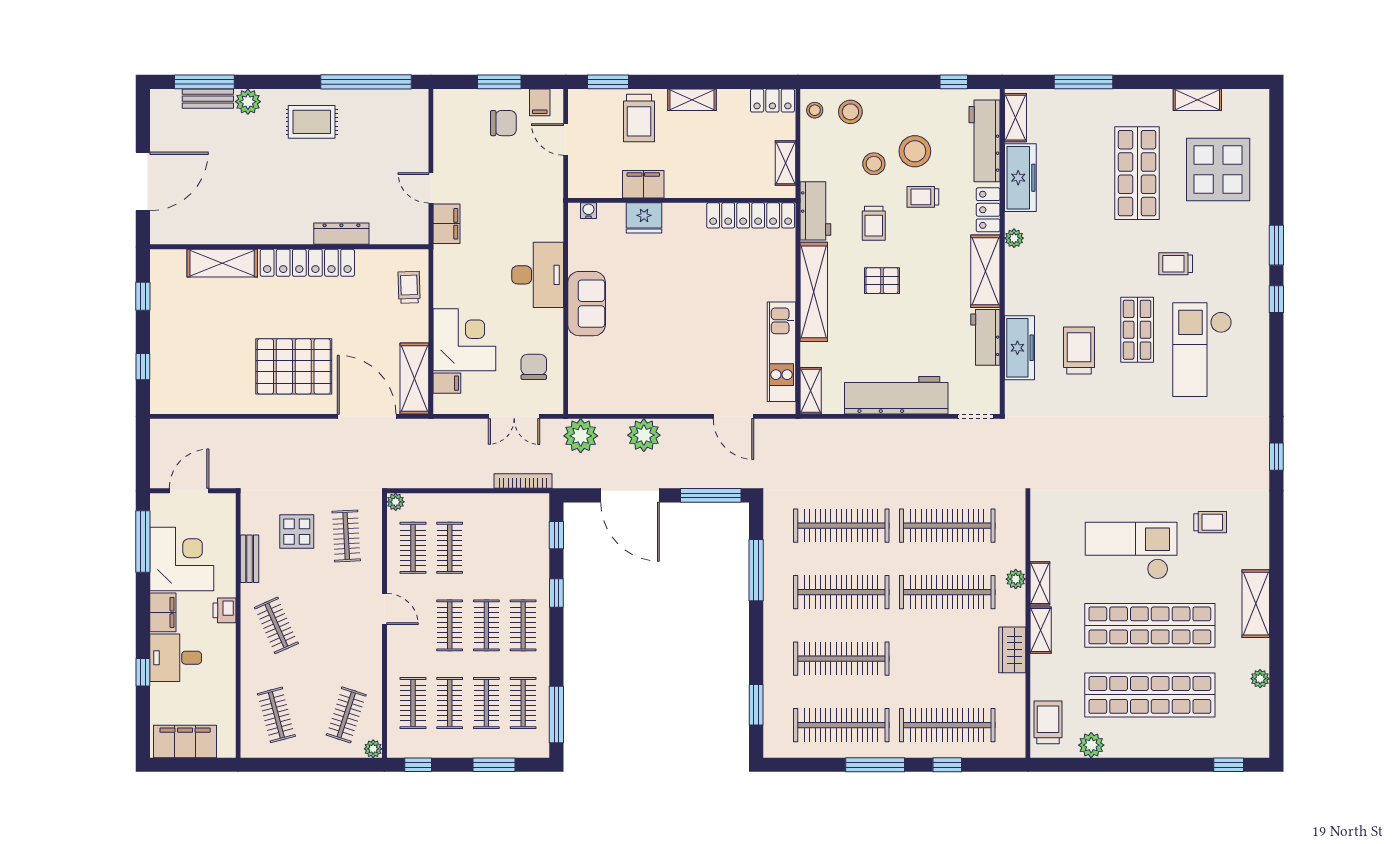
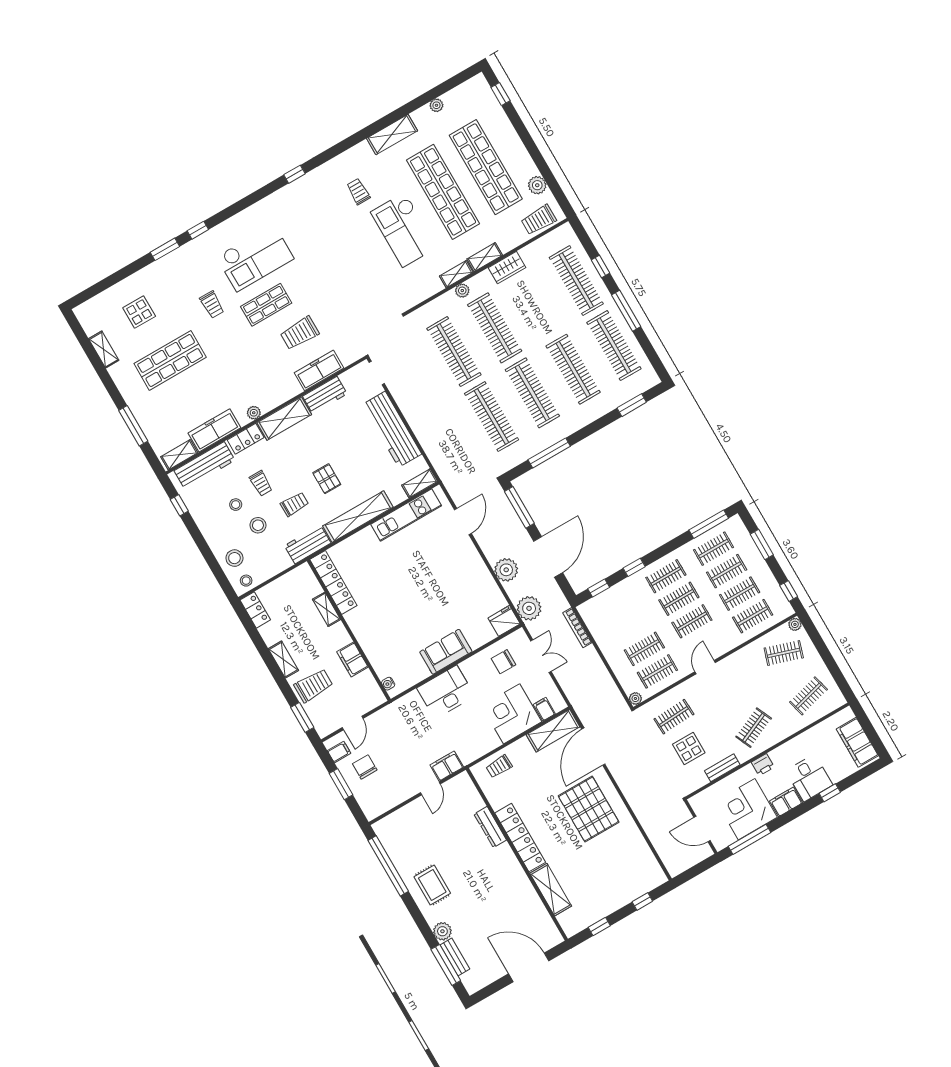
stool: (915, 151) -> (236, 505), width x0.53, depth x0.53
shelving: (785, 163) -> (327, 609), moved, turned 90
display table: (1218, 170) -> (139, 312), width x0.54, depth x0.54
fridge: (644, 218) -> (504, 621), moved, turned -90

